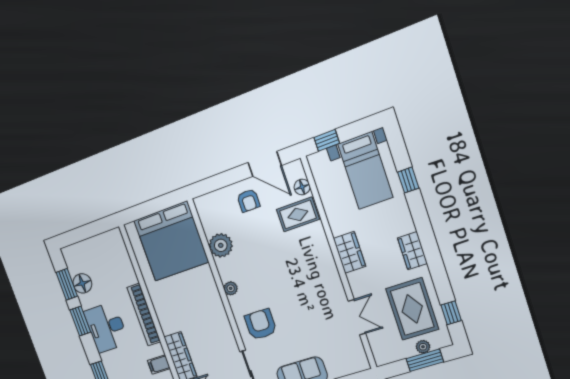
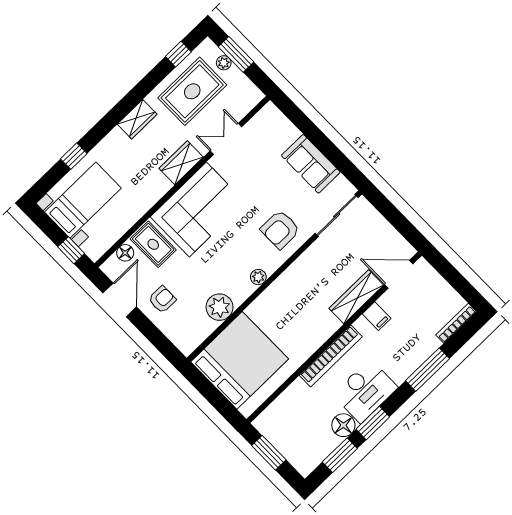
window: (91, 230) -> (269, 453), added
wardrobe: (349, 252) -> (181, 163), moved
corner sofa: (309, 266) -> (198, 209), added
floor lamp: (82, 283) -> (343, 425), moved

